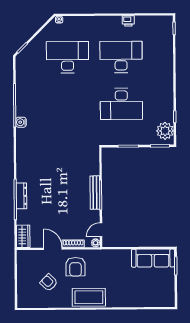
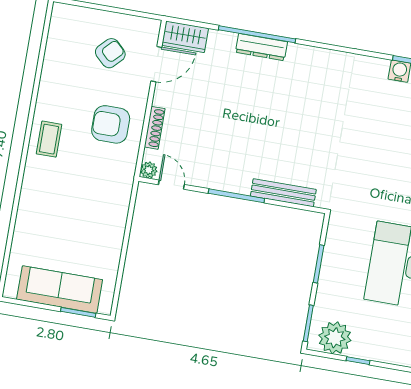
bench: (95, 193) -> (283, 193), moved
door: (53, 249) -> (156, 64), moved
sofa: (153, 258) -> (60, 290), moved, turned 90
armchair: (49, 283) -> (110, 53), moved
coffee table: (89, 297) -> (49, 139), width x0.54, depth x0.58

